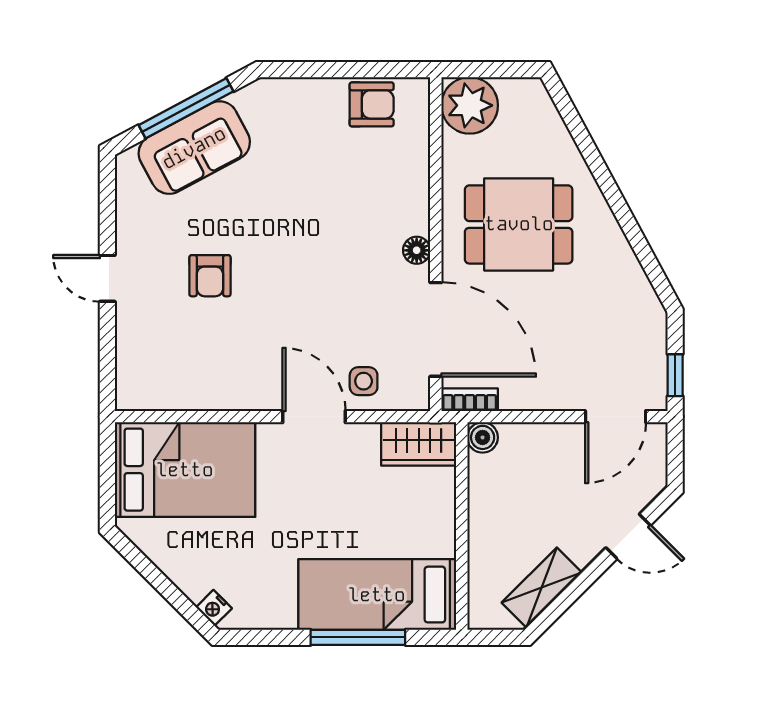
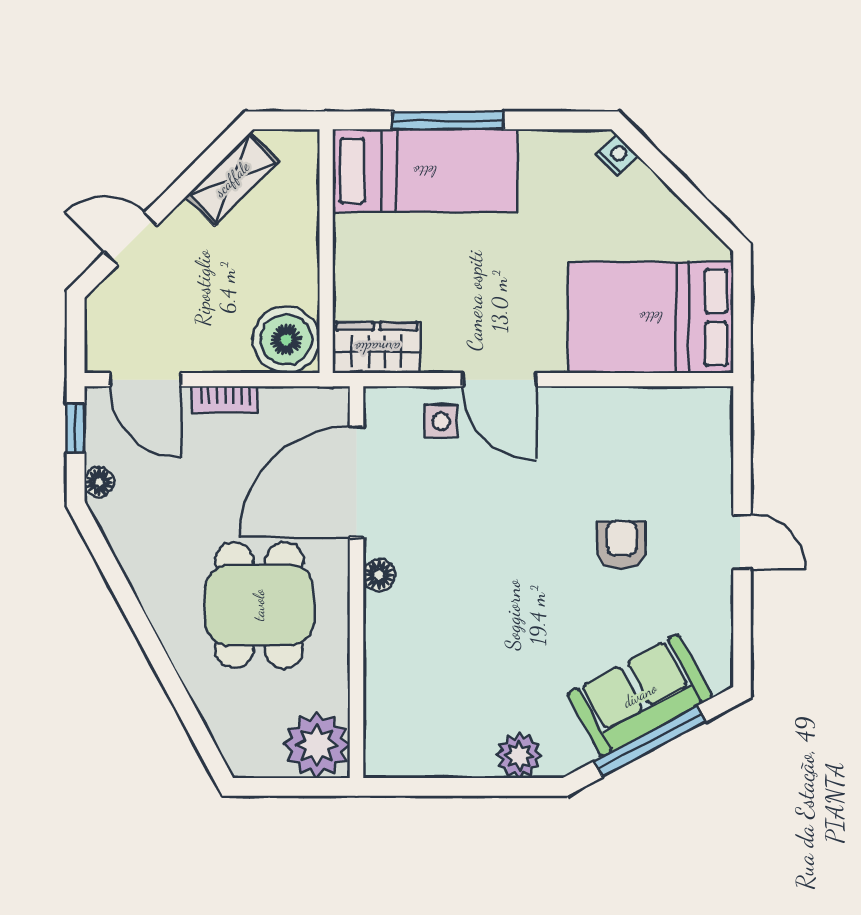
plant: (297, 96) -> (519, 756), added
armchair: (372, 104) -> (432, 746), removed
dining table: (519, 224) -> (259, 605), turned 90
door: (436, 329) -> (357, 482), hinge flipped
floor lamp: (655, 329) -> (99, 482), added
bookcase: (470, 400) -> (225, 399), moved
door: (616, 417) -> (146, 380), swing flipped
boiler: (483, 437) -> (286, 340), width x1.86, depth x1.86

